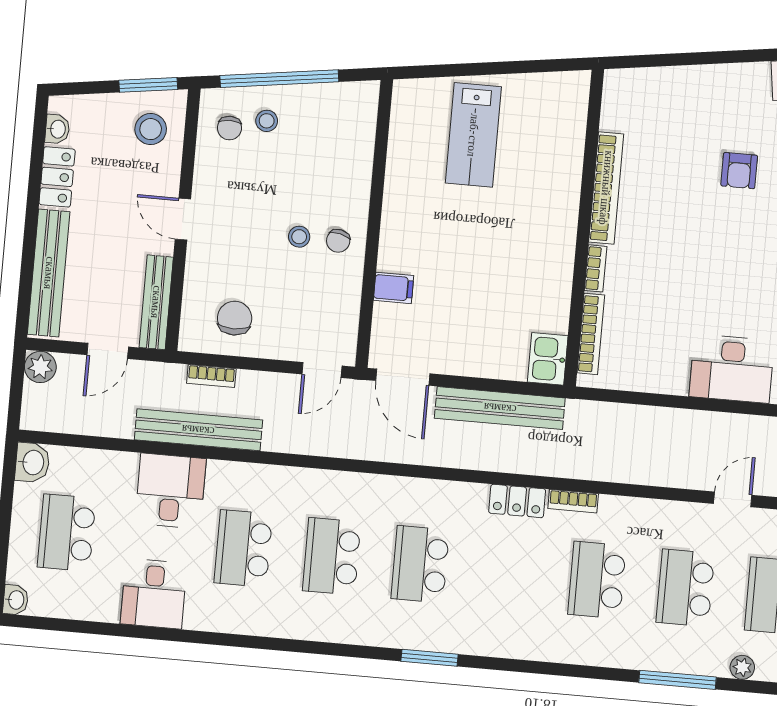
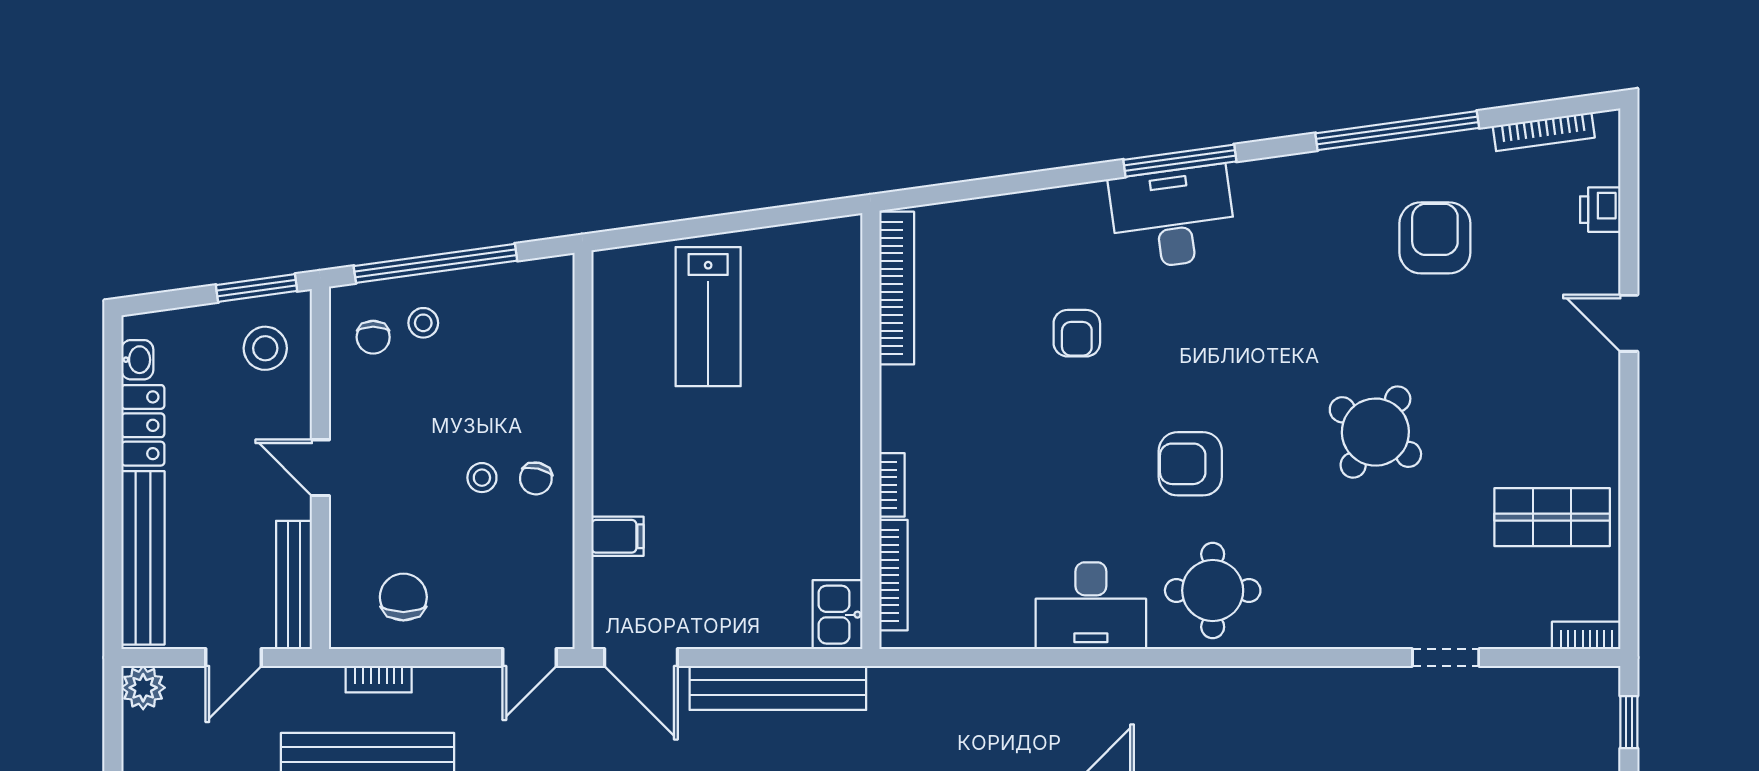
bookcase: (606, 188) -> (897, 288), moved

